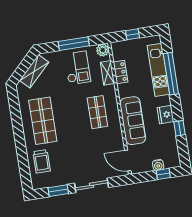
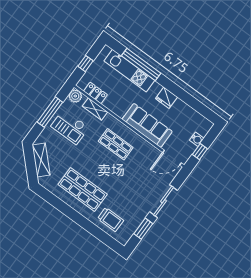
checkout: (77, 68) -> (70, 127), turned 180
locker: (121, 72) -> (96, 93), moved
window: (180, 128) -> (186, 98), removed
window: (163, 174) -> (200, 152), moved

